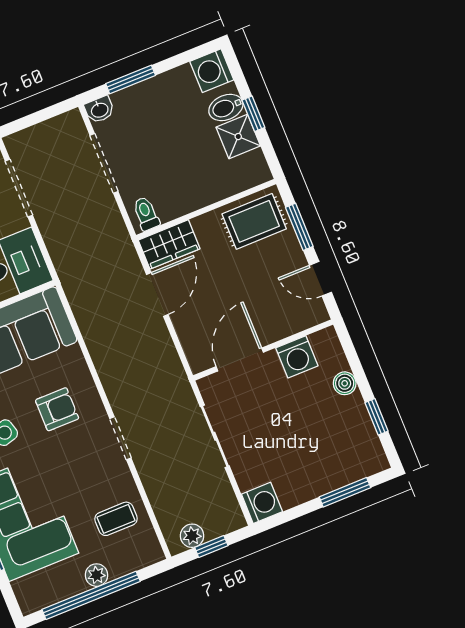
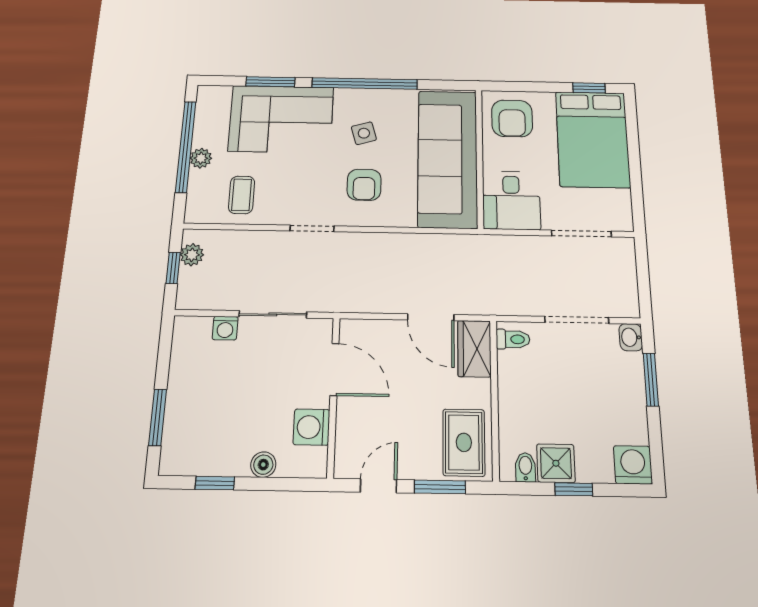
bidet: (226, 107) -> (525, 467), moved, width x0.72, depth x0.74
washing machine: (262, 503) -> (225, 328), moved, width x0.73, depth x0.73

